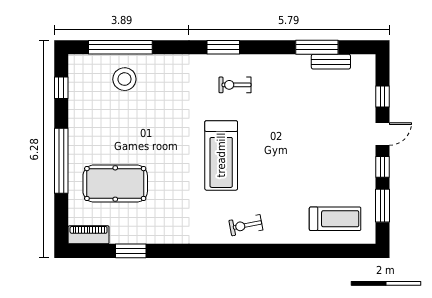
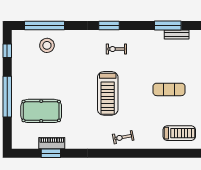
exercise mat: (319, 149) -> (169, 89), added
piano: (89, 235) -> (52, 143), moved

